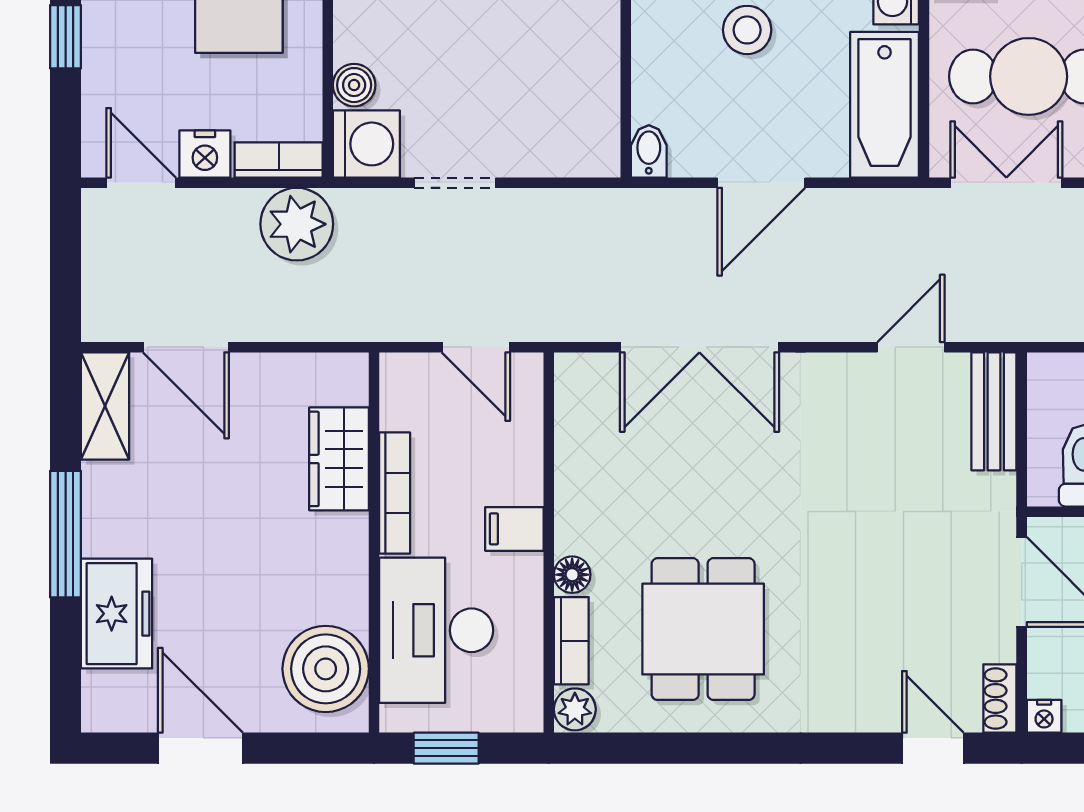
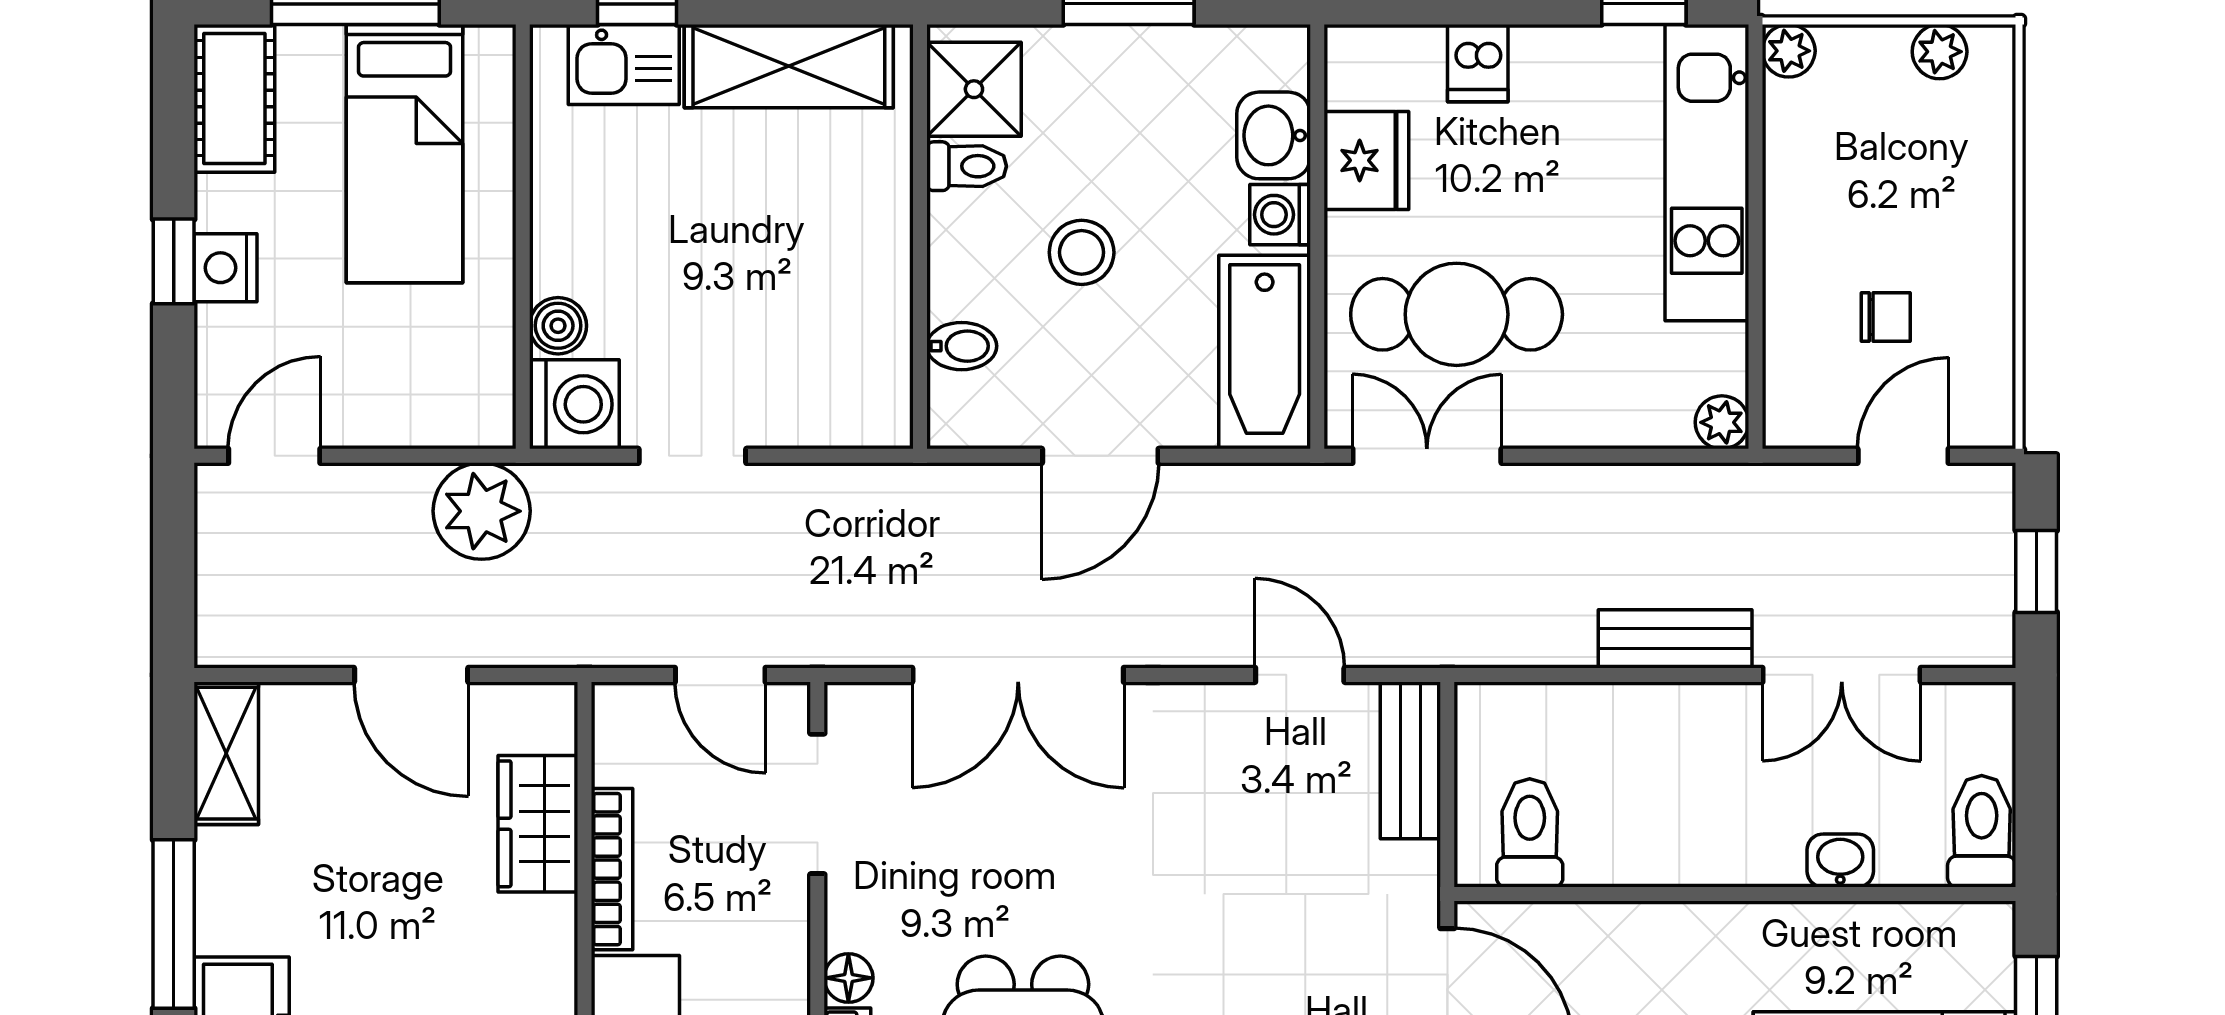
bidet: (649, 151) -> (962, 346), moved, turned 90
nightstand: (205, 154) -> (225, 268), moved, turned 90
bookcase: (279, 160) -> (457, 426), removed
door: (141, 183) -> (274, 456), hinge flipped
door: (186, 347) -> (411, 675), moved
door: (911, 347) -> (1300, 675), hinge flipped
doorway: (549, 444) -> (817, 804), added
filing cabinet: (514, 529) -> (772, 917), removed

